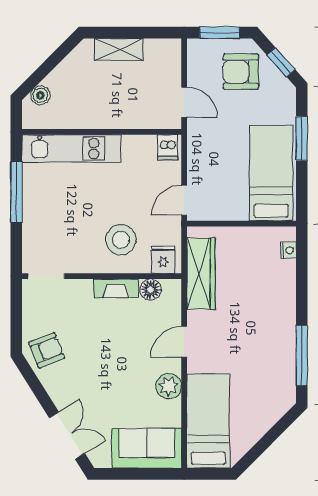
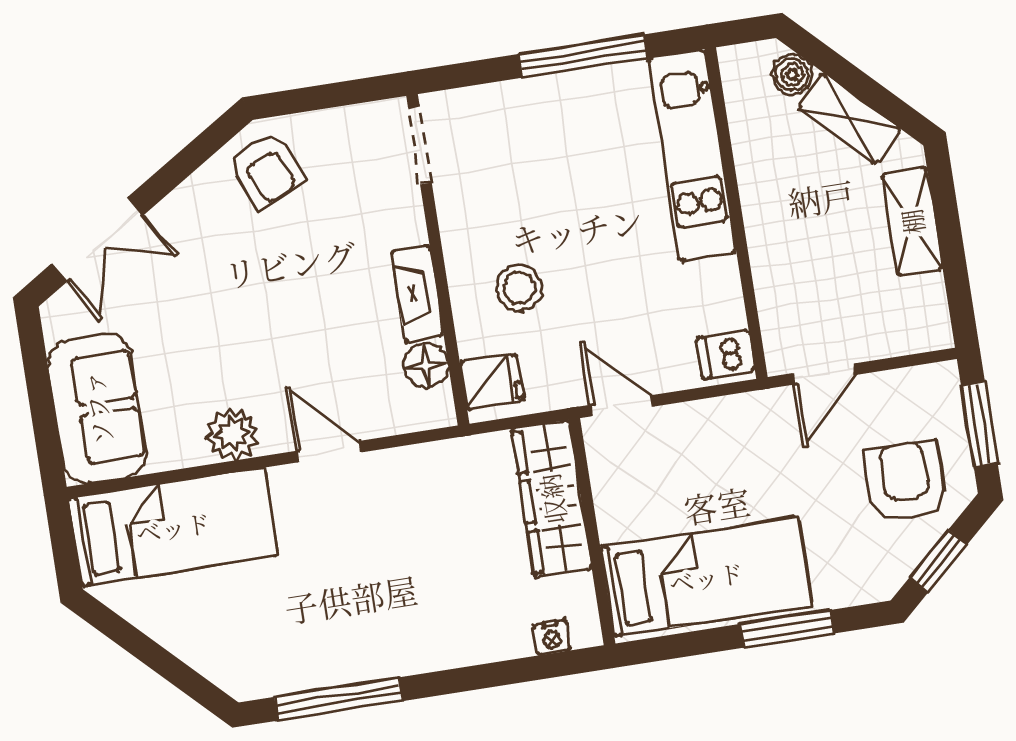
shelving: (65, 71) -> (849, 118), added
stool: (121, 240) -> (519, 288), width x0.73, depth x0.73
wardrobe: (201, 274) -> (552, 499), moved, turned 90

